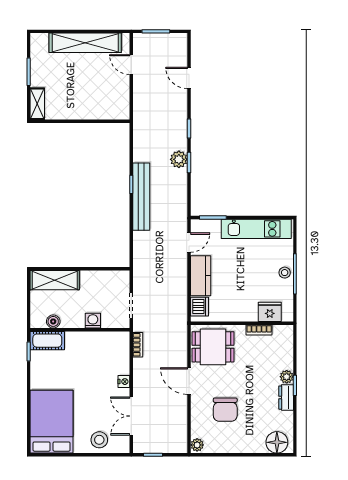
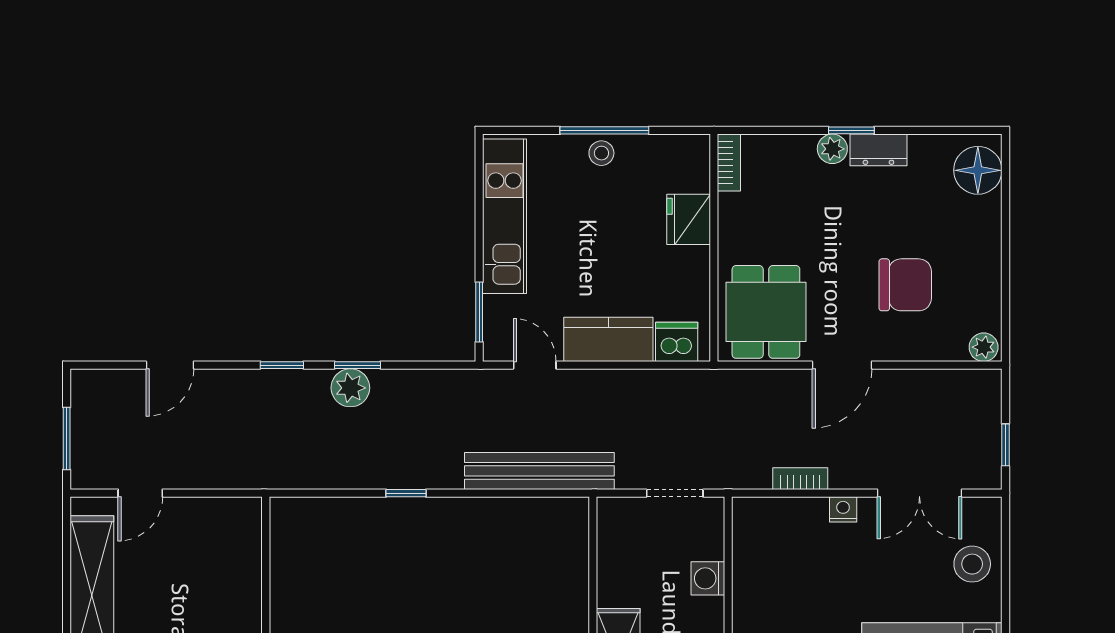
bench: (141, 197) -> (539, 471), moved
fridge: (270, 312) -> (689, 219), moved
bookcase: (259, 330) -> (729, 163), moved
bookcase: (138, 345) -> (800, 479), moved

